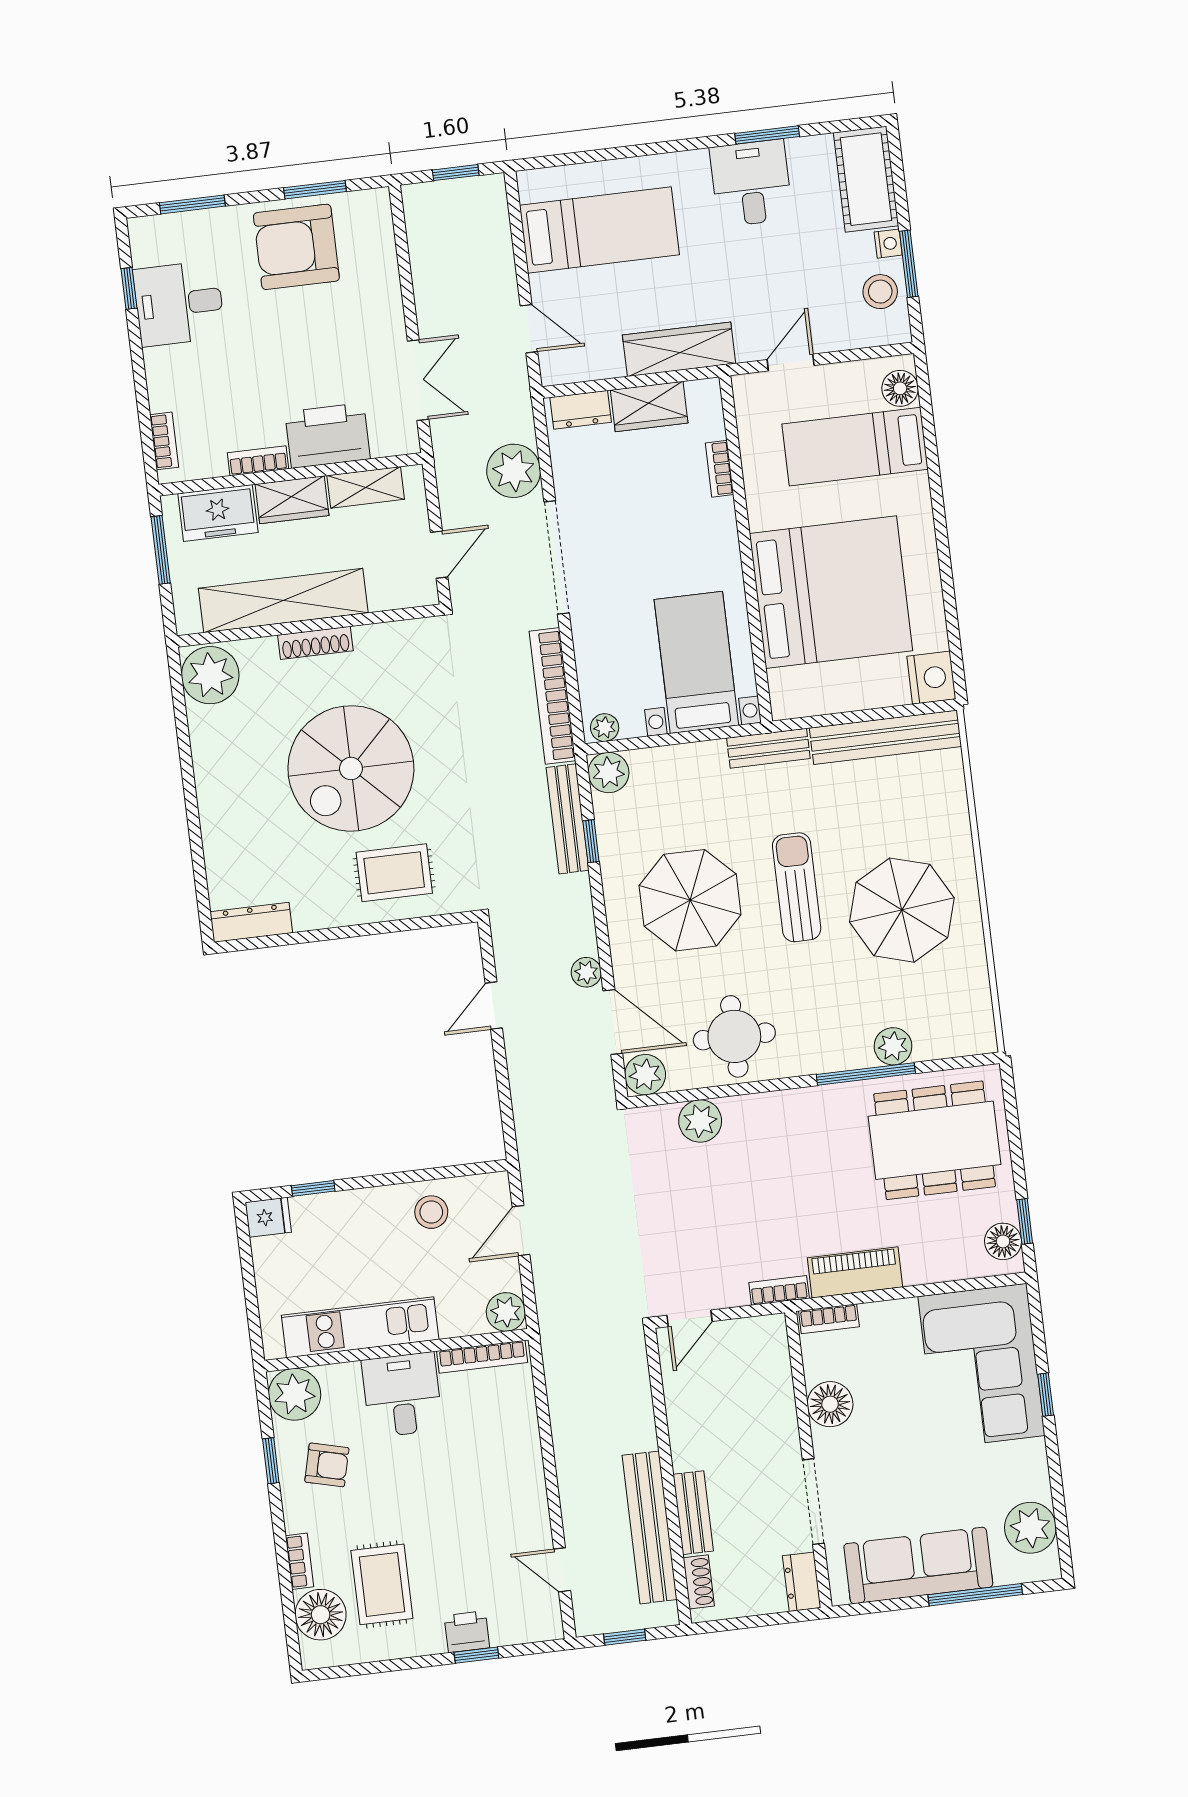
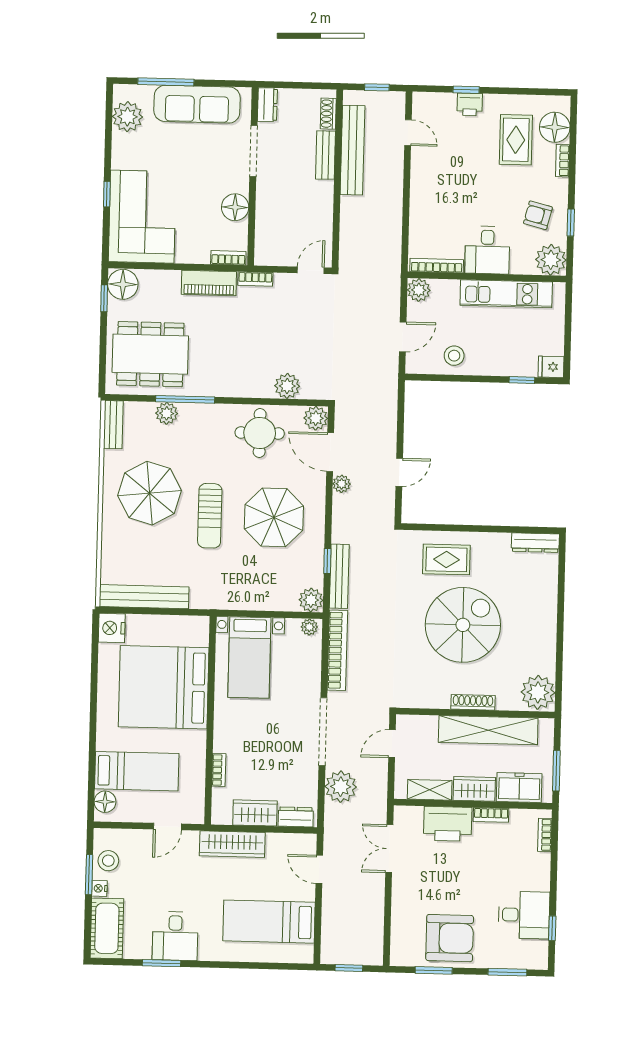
bench: (768, 748) -> (113, 425), moved, turned 90
floor lamp: (1003, 1241) -> (123, 284), width x1.38, depth x1.38

